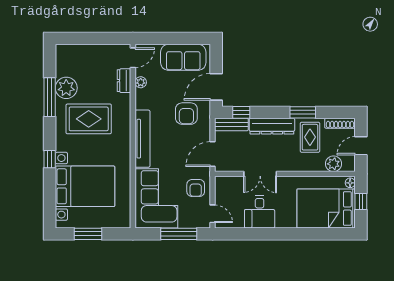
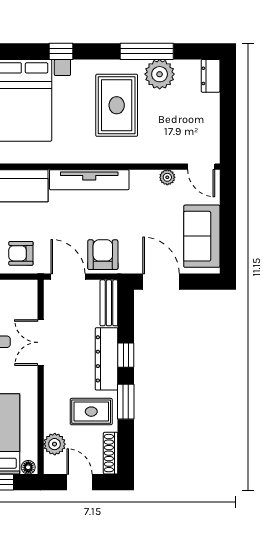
dresser: (124, 81) -> (211, 76), moved, turned -90
window: (241, 112) -> (126, 355), moved
armchair: (186, 114) -> (103, 255), moved, turned 90

